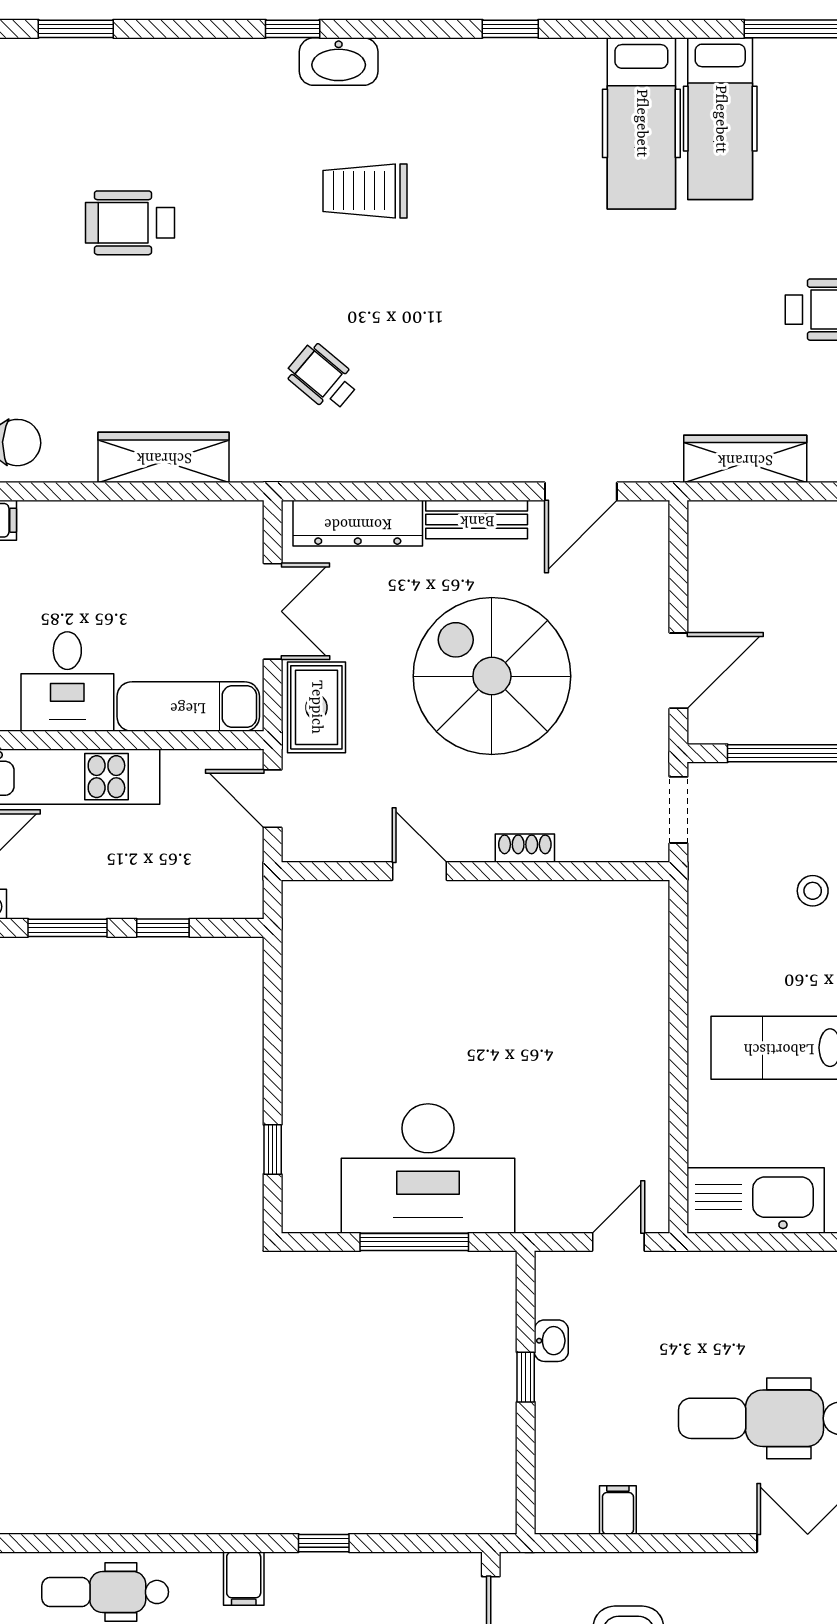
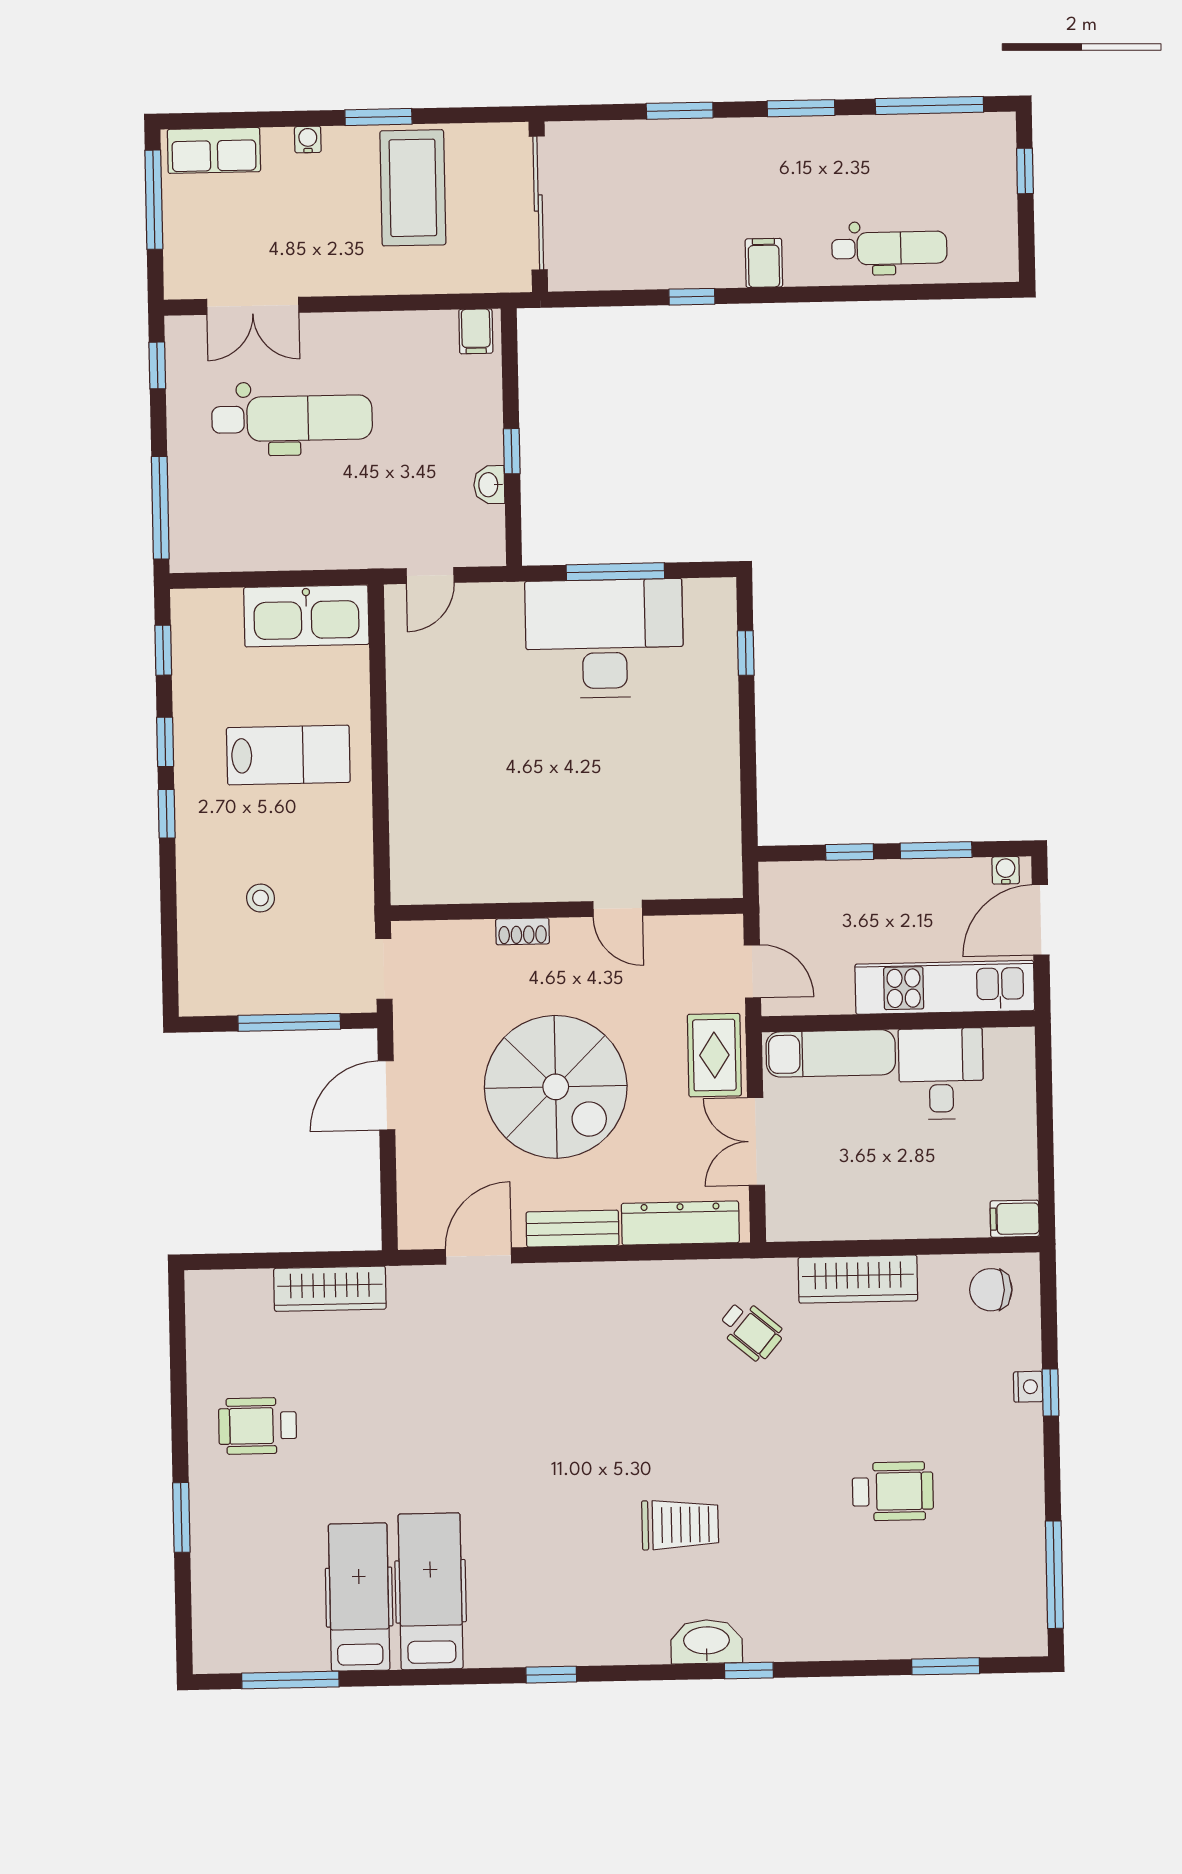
wheelchair: (322, 377) -> (751, 1331), moved
filing cabinet: (618, 1510) -> (476, 331), moved

